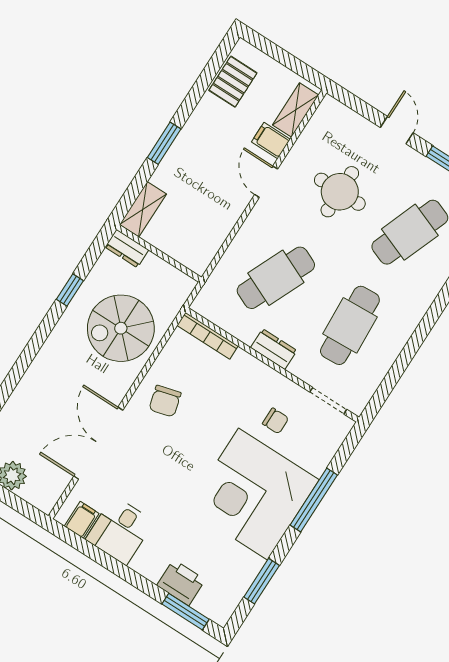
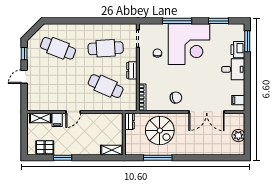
window: (164, 143) -> (63, 158), moved
round table: (340, 192) -> (60, 83), removed
dresser: (127, 248) -> (130, 121), moved
window: (70, 290) -> (158, 158), width x2.17
desk: (120, 531) -> (233, 69), moved

